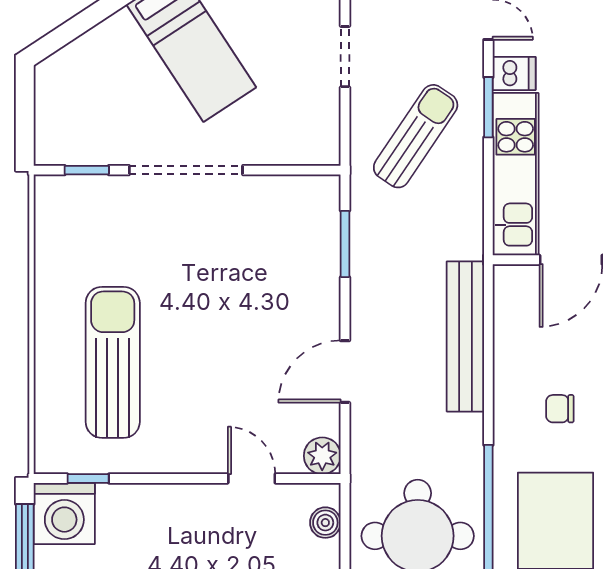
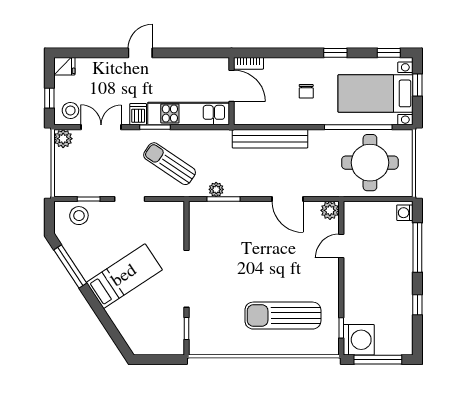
plant: (364, 229) -> (216, 189), added
boiler: (325, 523) -> (363, 209), removed

